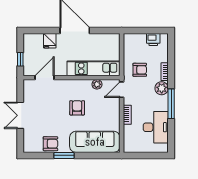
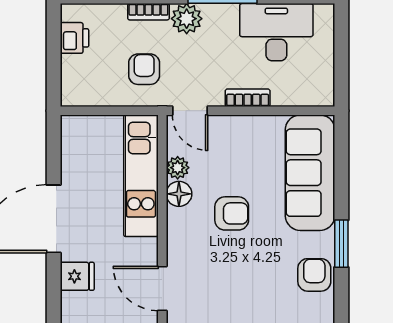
floor lamp: (86, 85) -> (179, 194), added
armchair: (77, 108) -> (232, 213), turned 180

